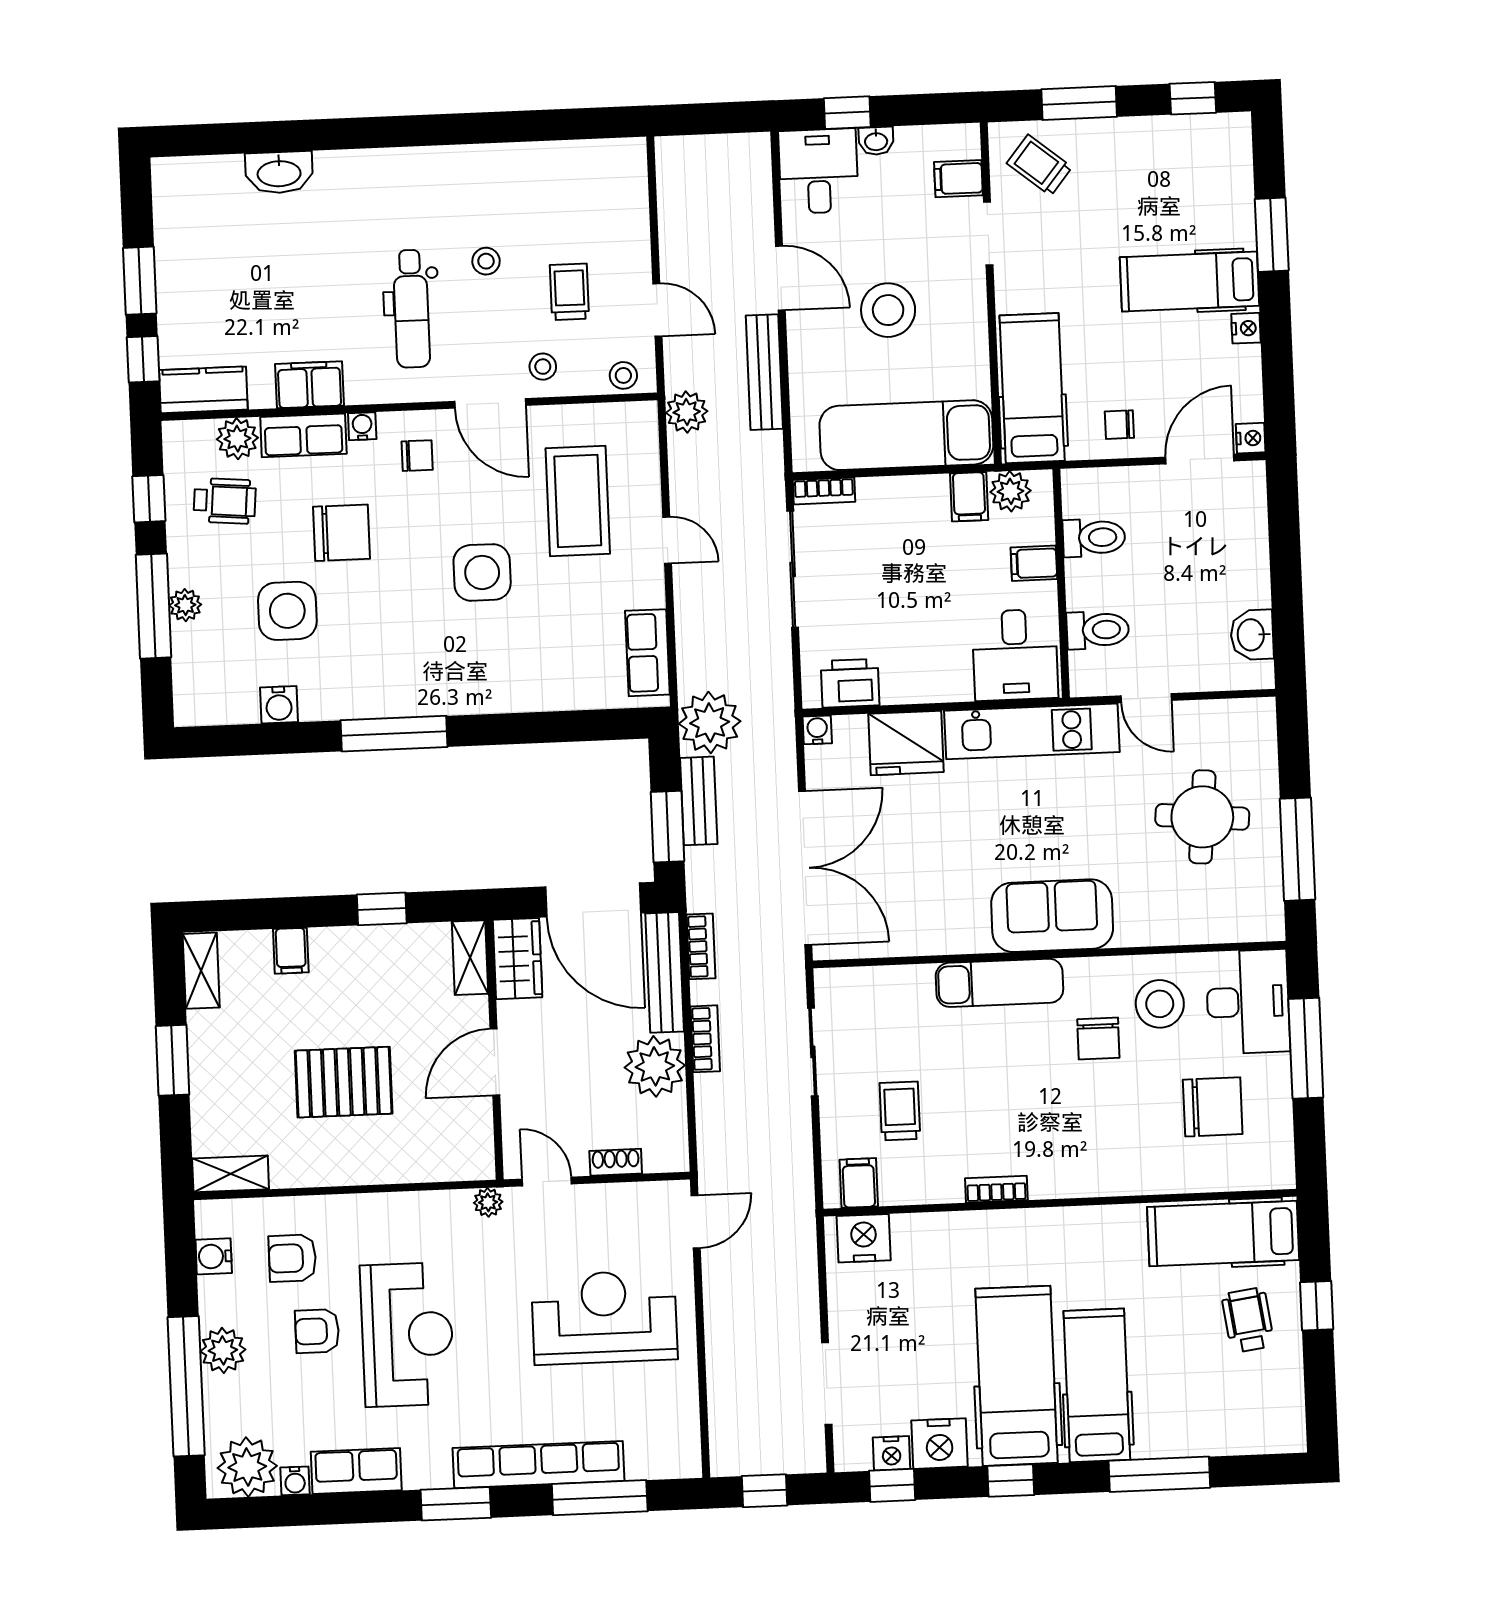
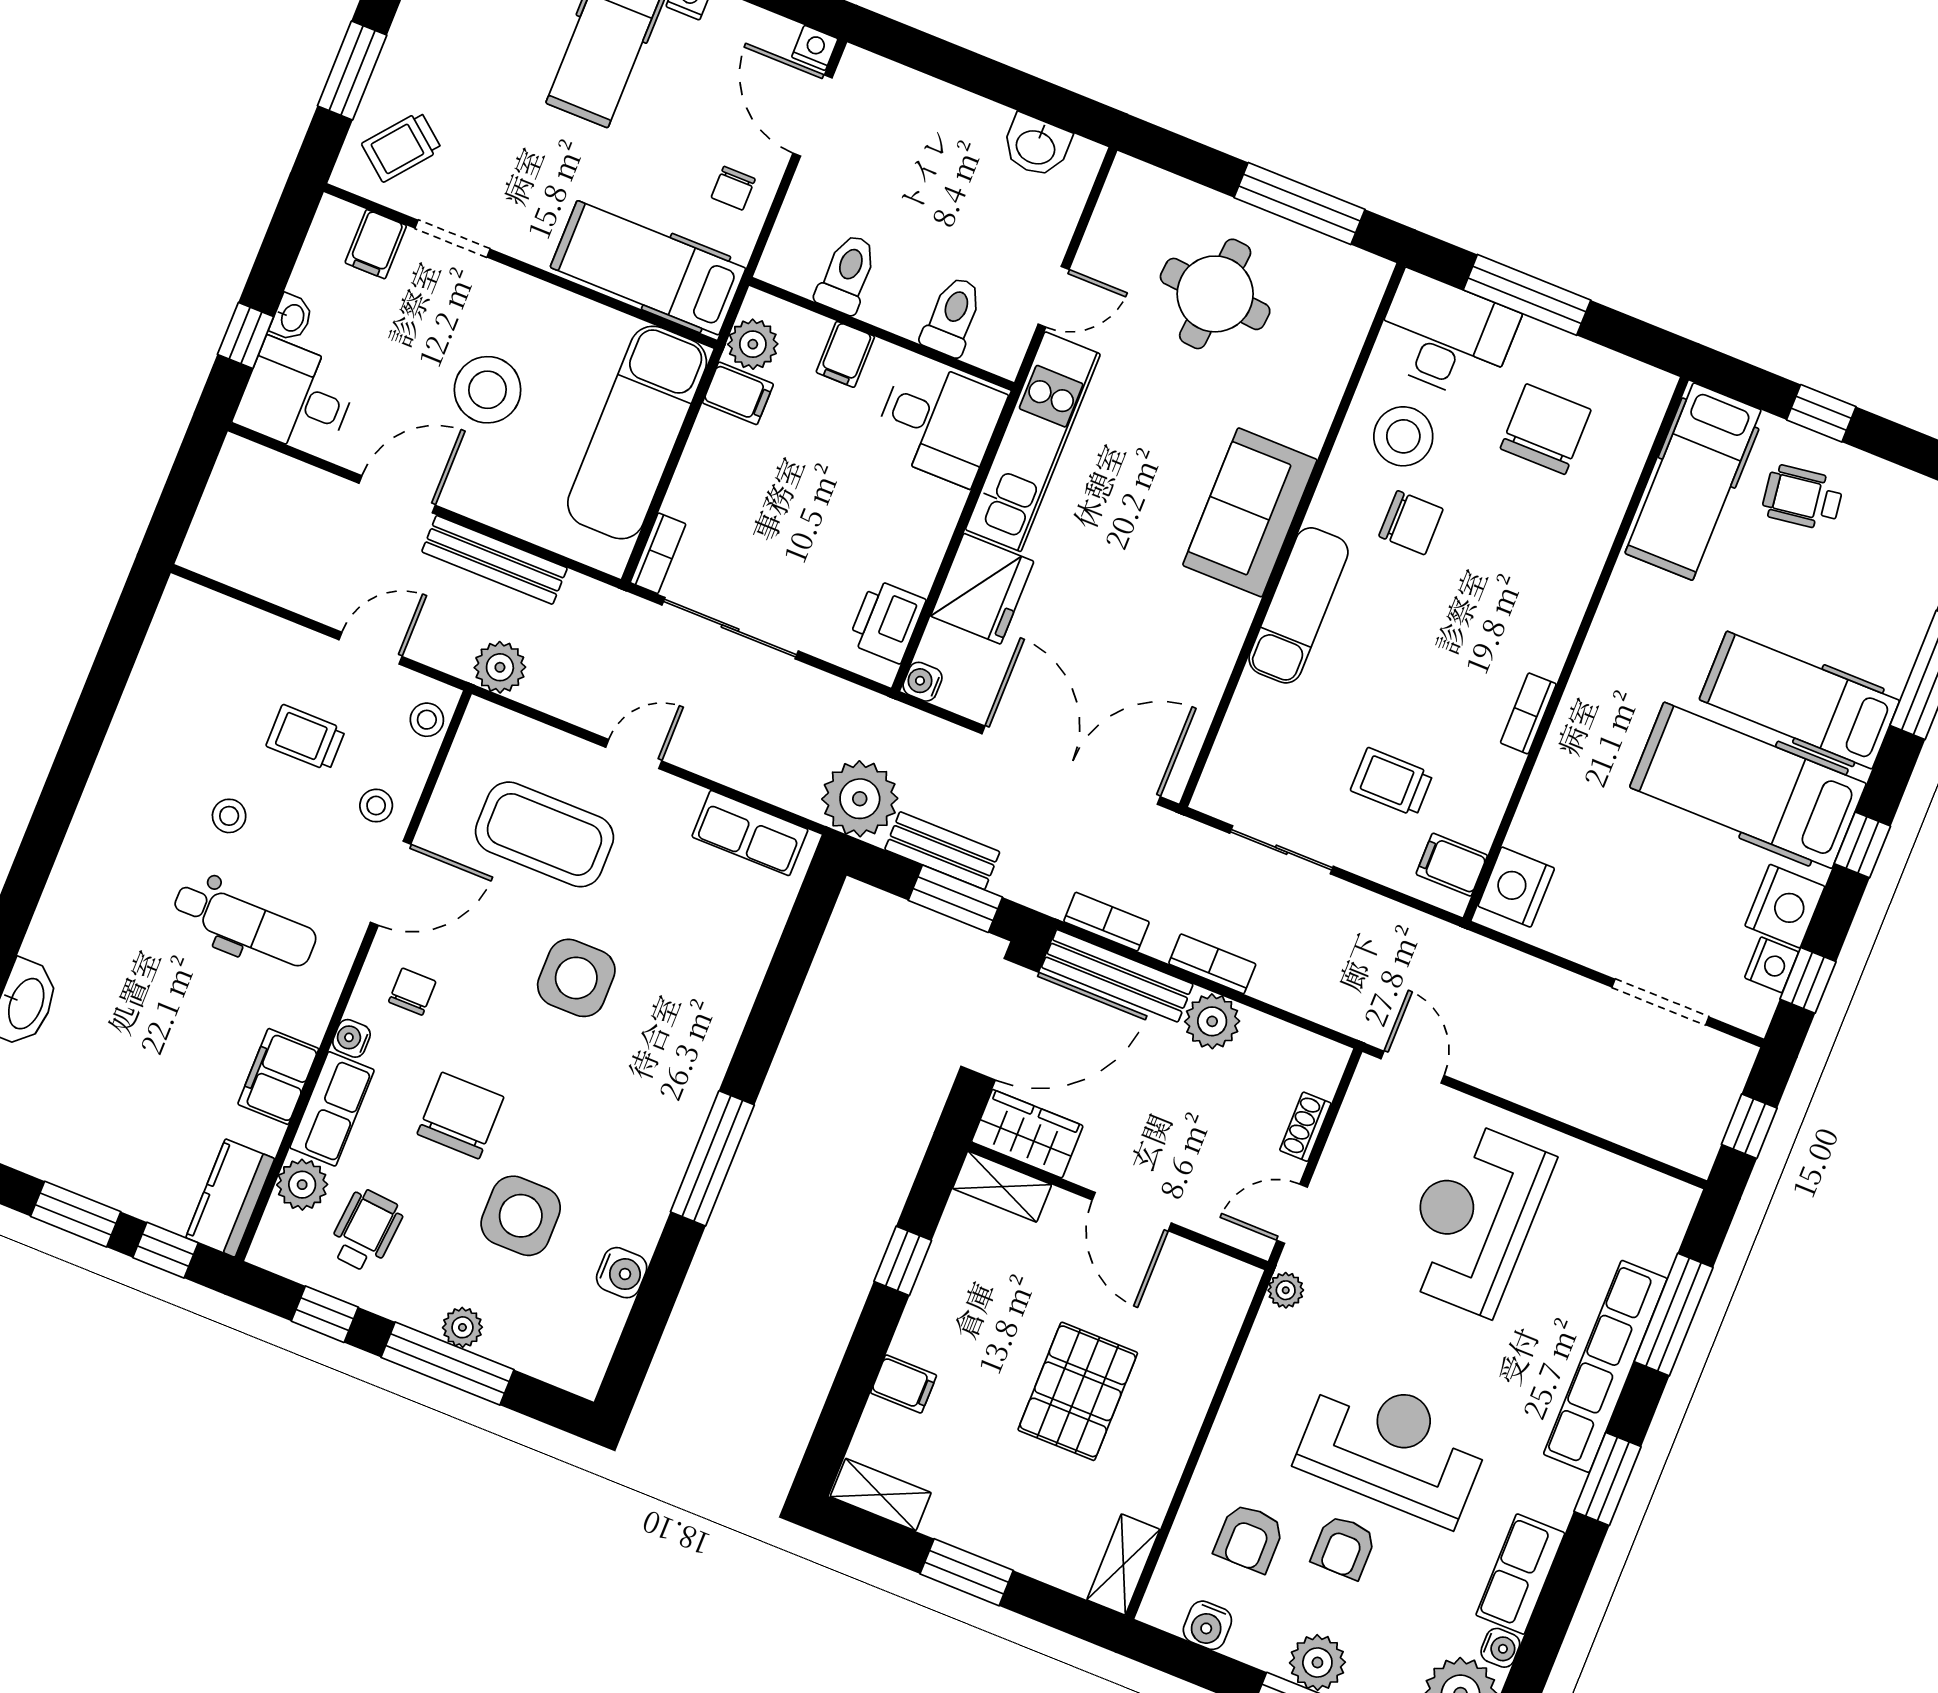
plant: (655, 1066) -> (1212, 1021), width x0.73, depth x0.73

